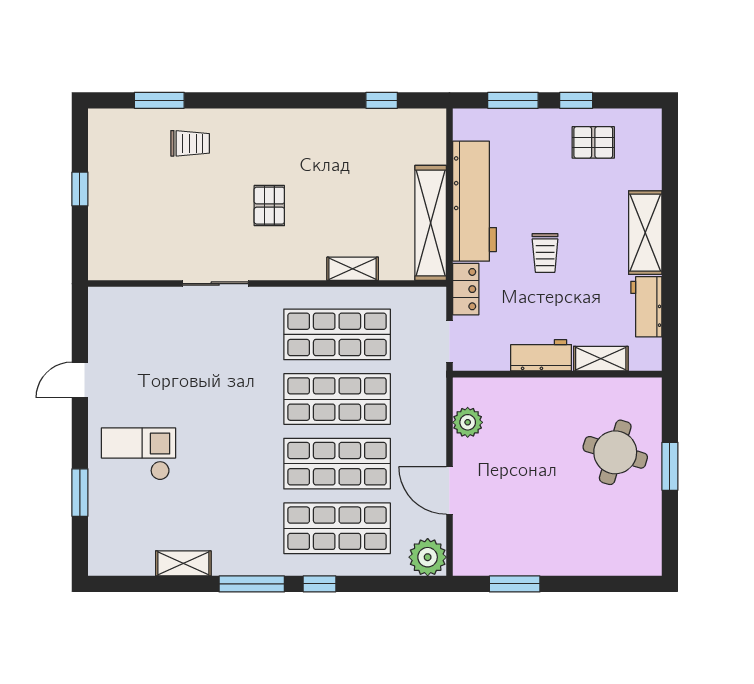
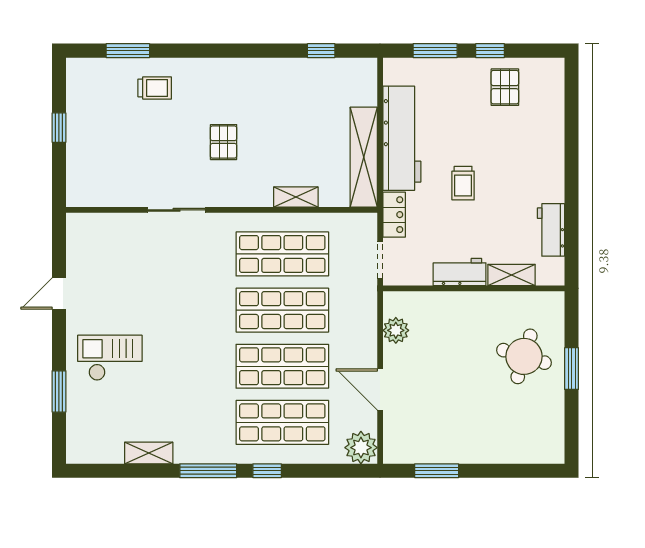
pallet: (593, 142) -> (505, 87), turned 90
shelving: (645, 233) -> (550, 166), removed

